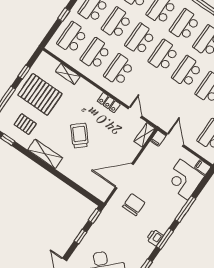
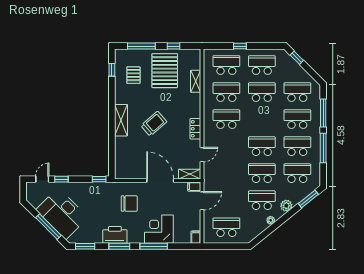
school desk: (140, 39) -> (262, 119), removed
shelving: (45, 154) -> (121, 120), moved
door: (124, 176) -> (160, 180), moved
corner desk: (184, 180) -> (159, 229), moved
window: (80, 236) -> (61, 179), moved
printer: (155, 237) -> (115, 235), width x1.87, depth x1.48

